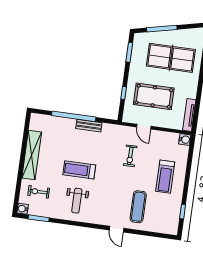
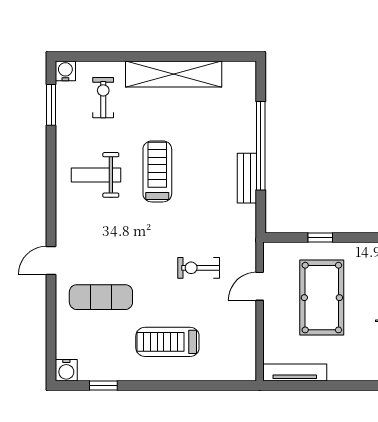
water cooler: (185, 140) -> (66, 370), moved

